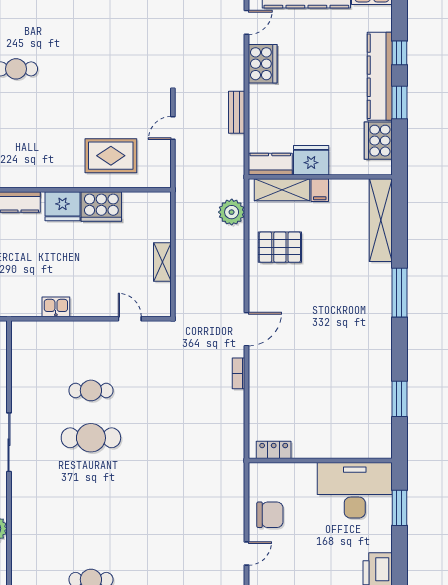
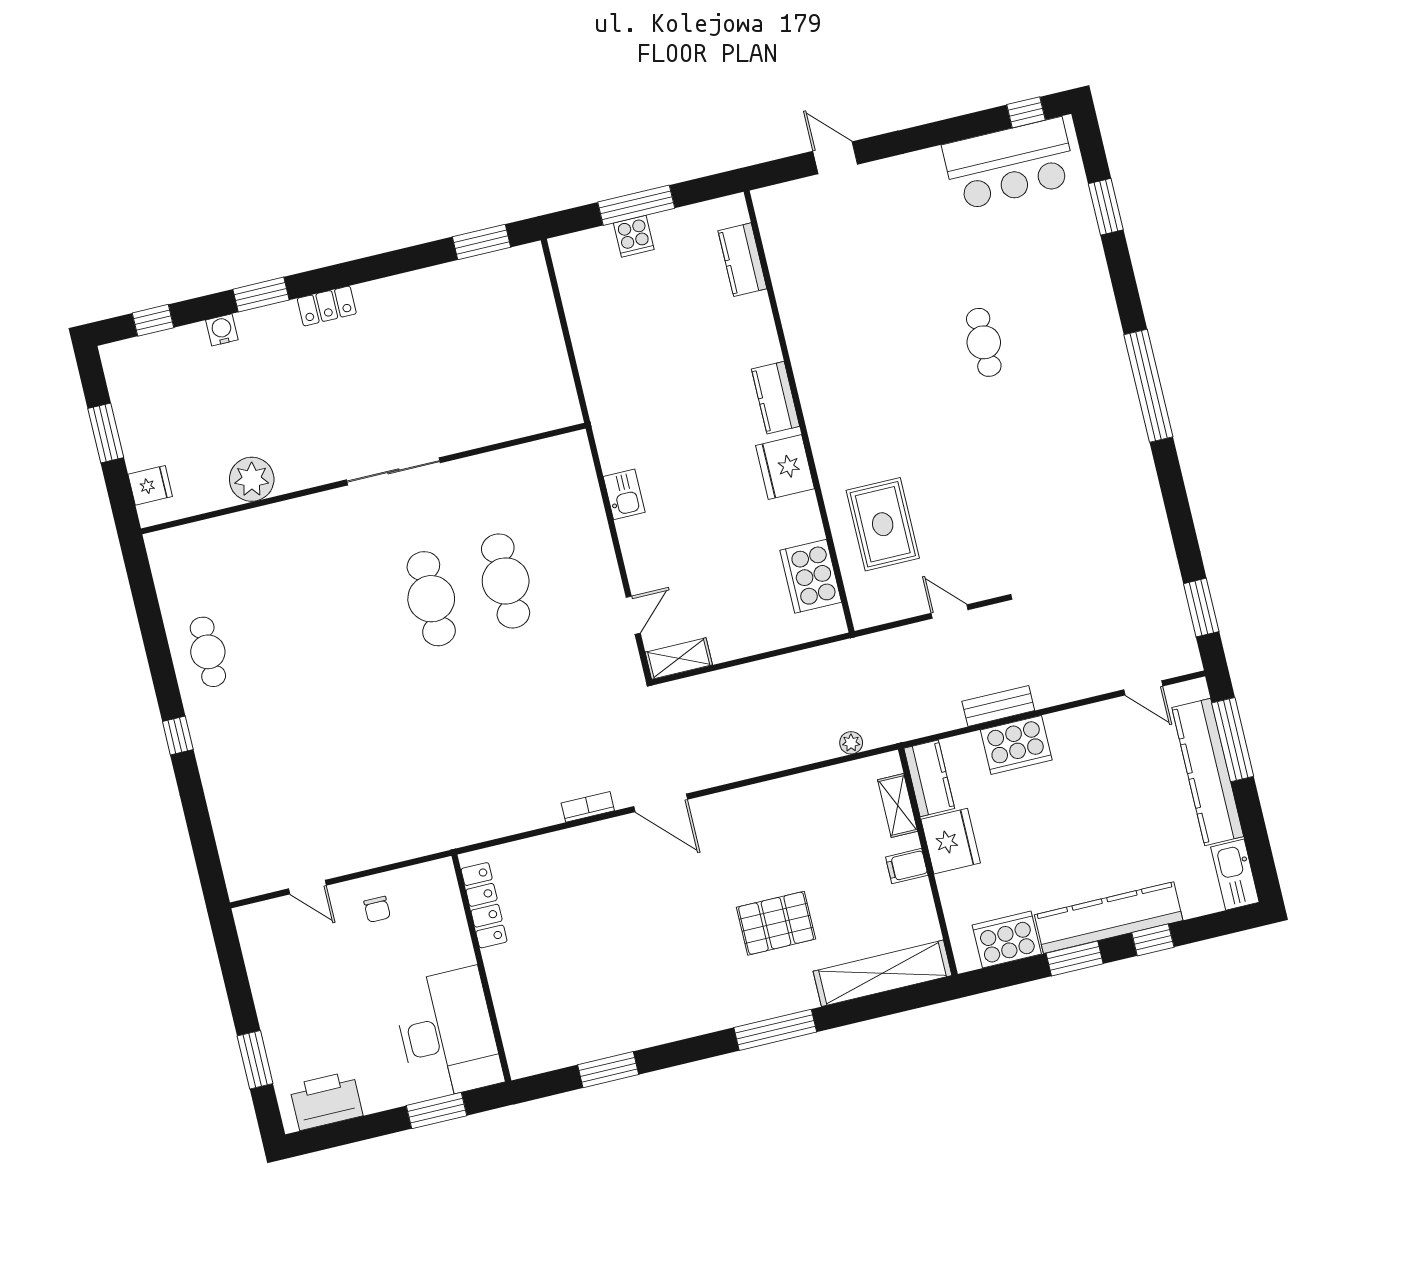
cooker: (263, 64) -> (1016, 745), moved
shelving: (282, 190) -> (898, 806), width x0.67, depth x0.75
cooker: (101, 206) -> (811, 576), moved
plant: (232, 212) -> (851, 743), width x0.53, depth x0.53
pallet: (280, 247) -> (776, 923), moved, turned 90
shelving: (162, 262) -> (679, 658), moved
cafe table: (91, 390) -> (506, 581), width x1.37, depth x1.35
locker: (274, 450) -> (484, 905), width x1.53
chair: (270, 515) -> (377, 909), width x0.54, depth x0.54

